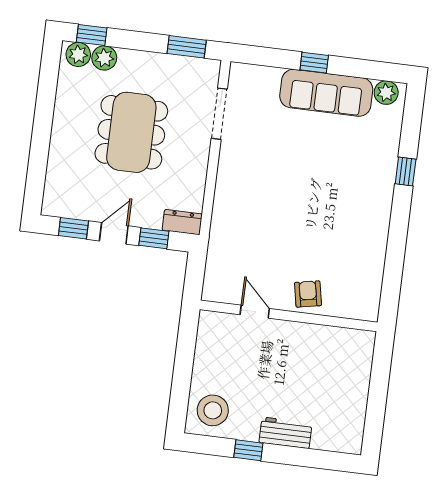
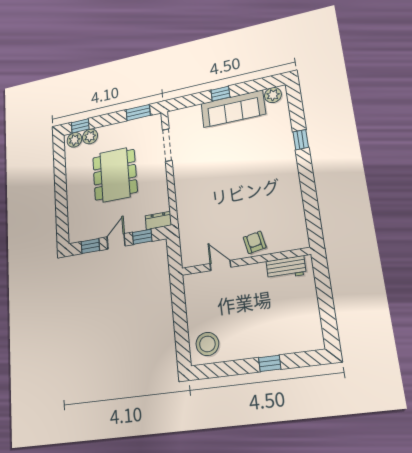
workbench: (286, 433) -> (286, 268), moved, turned 180
window: (248, 450) -> (270, 363), moved

